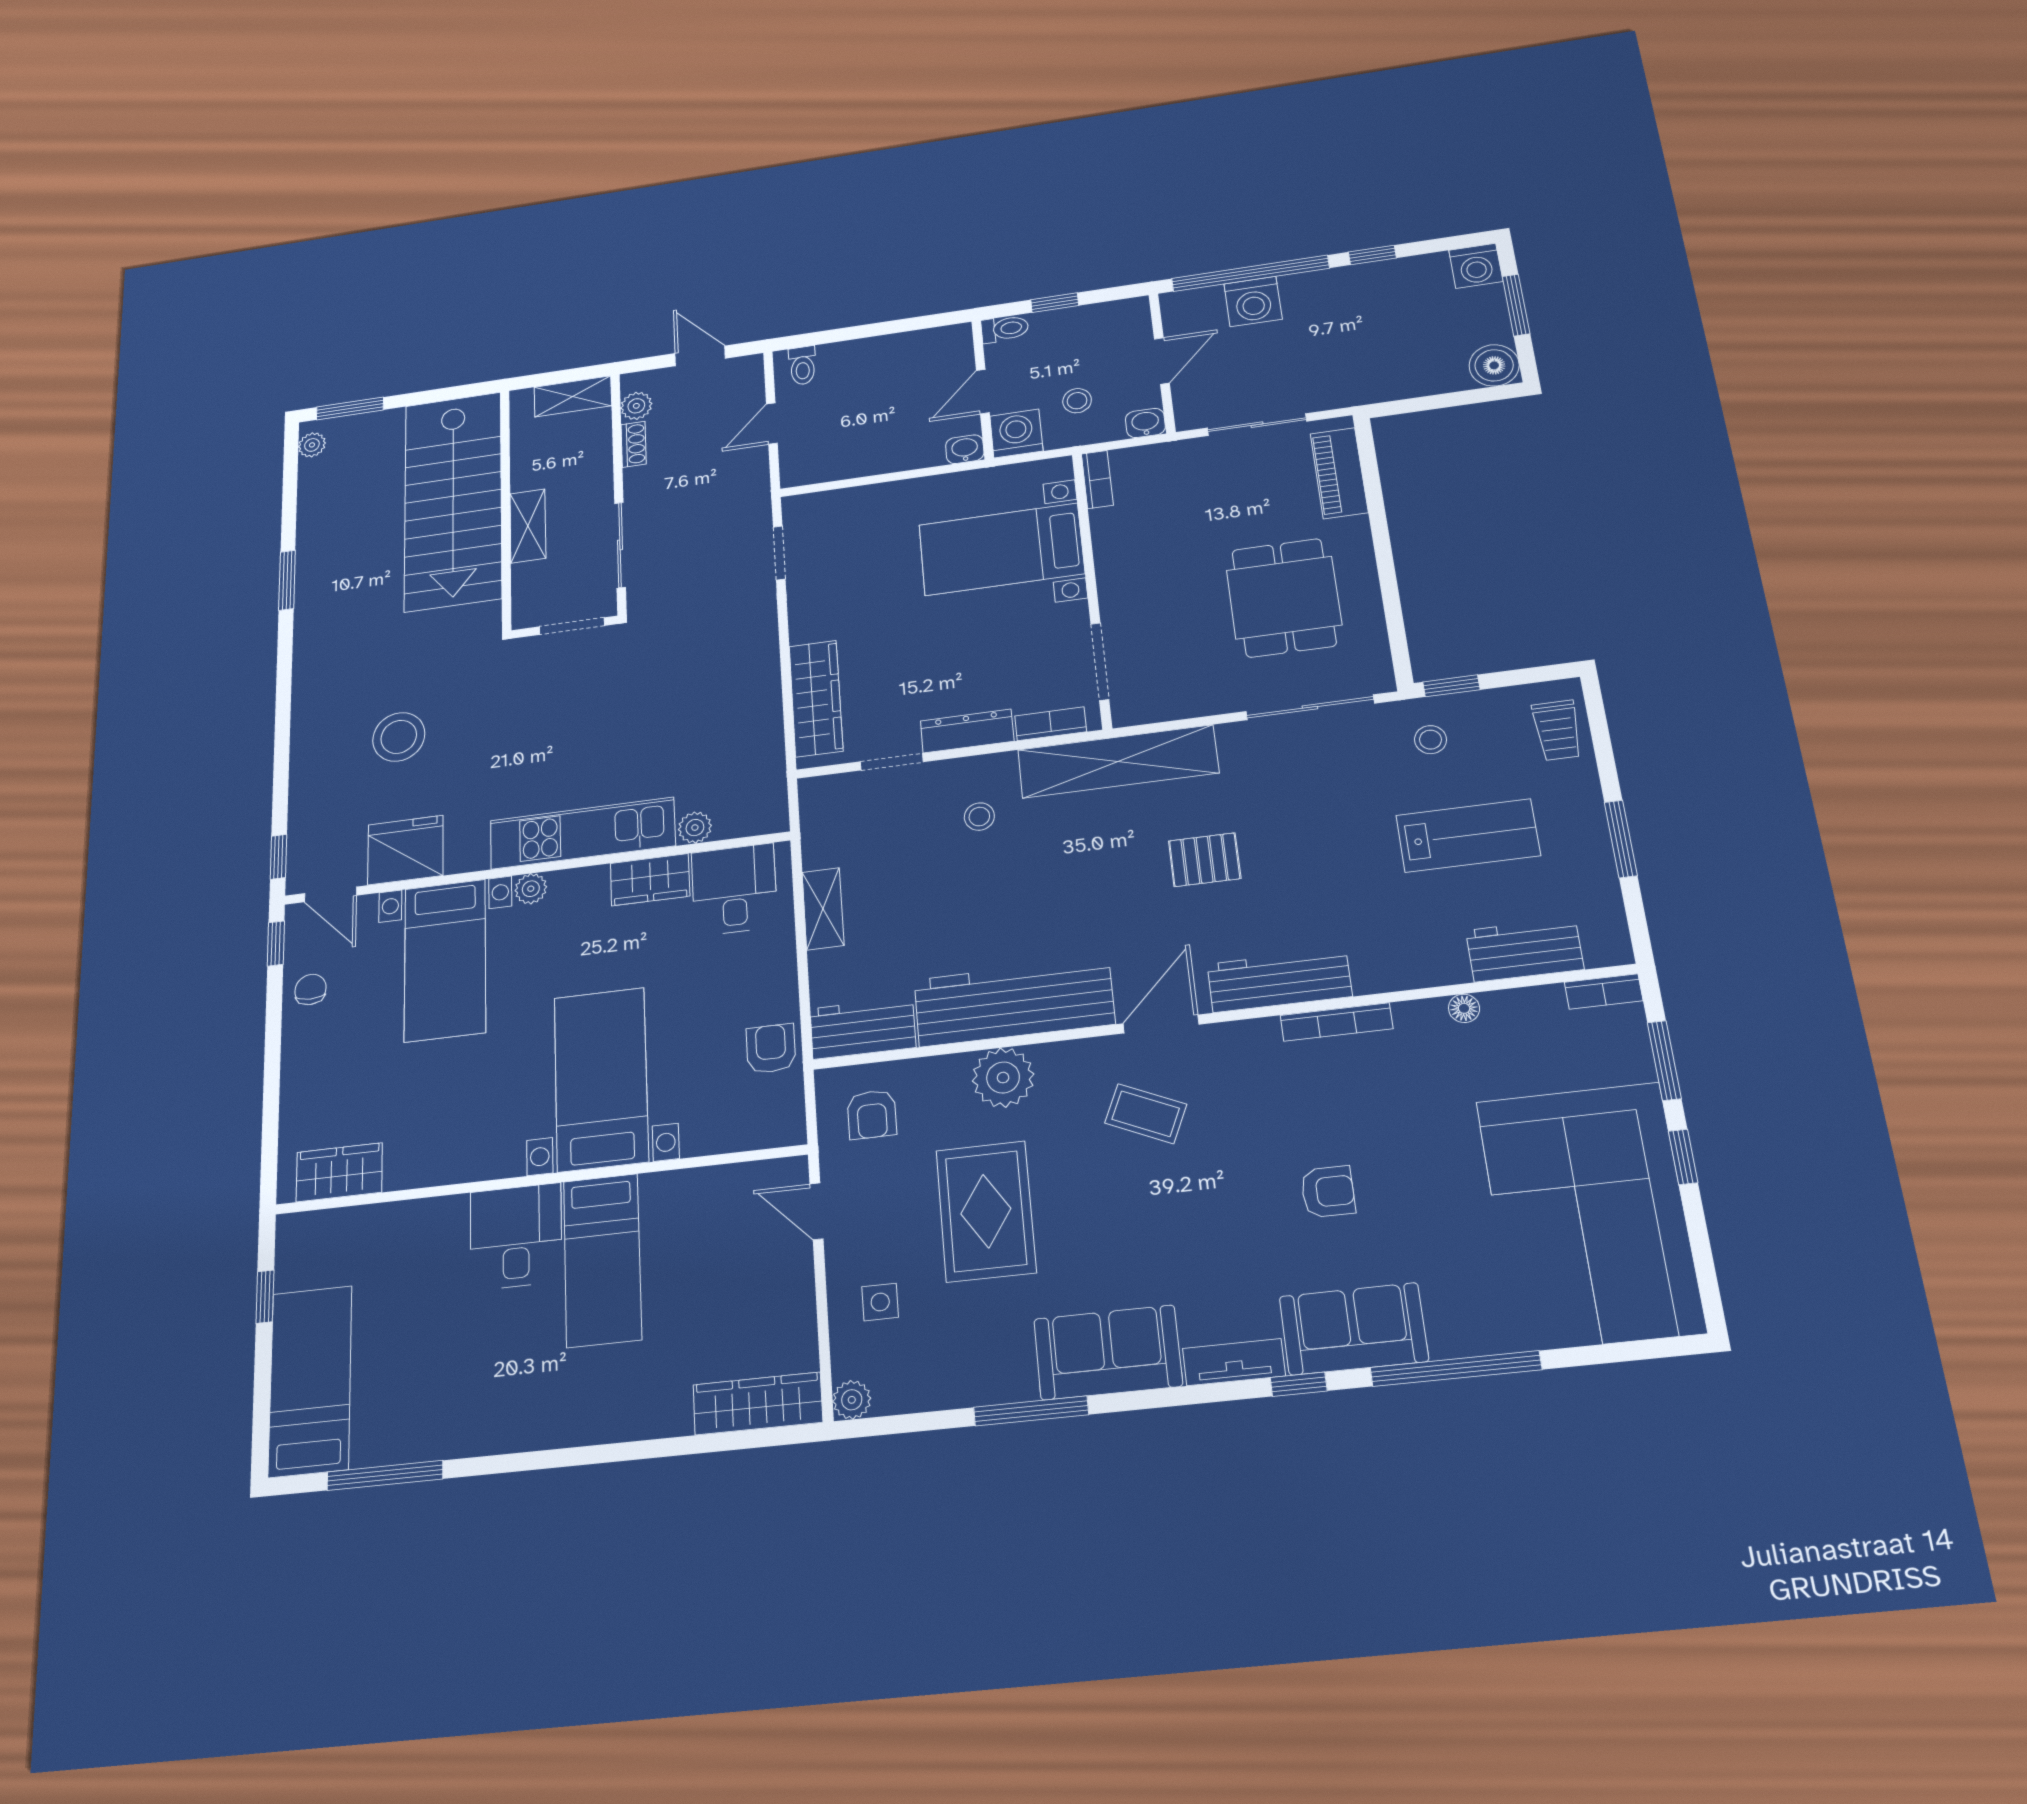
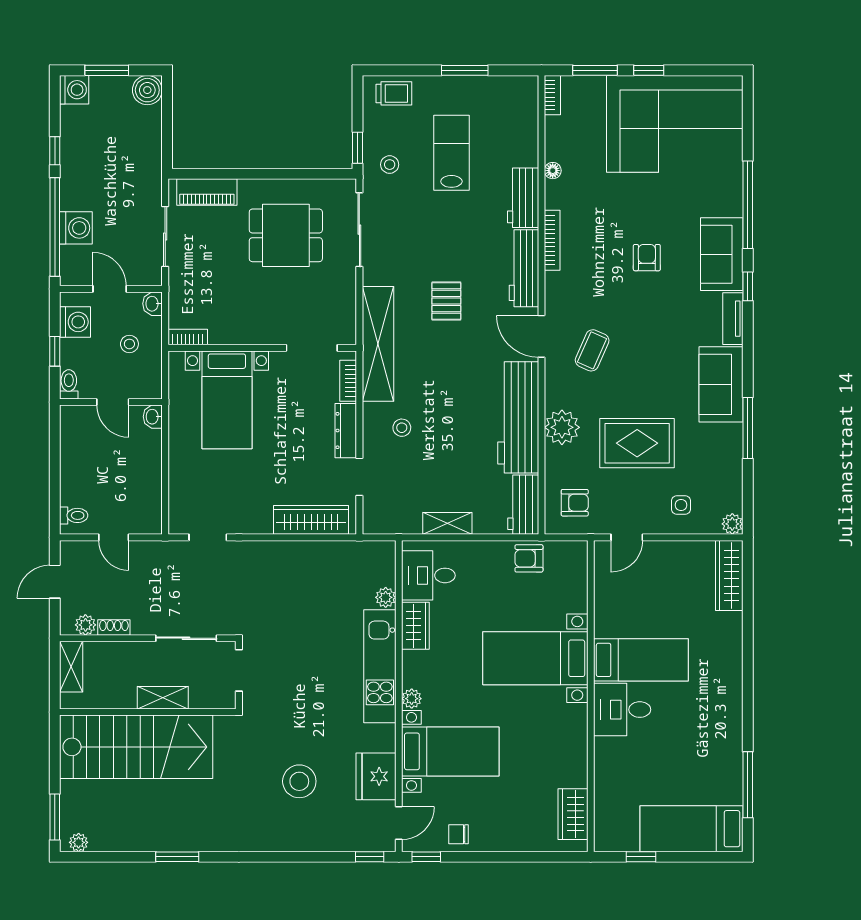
washing machine: (1016, 433) -> (75, 322), moved, turned 180
workbench: (1525, 950) -> (523, 198), moved

